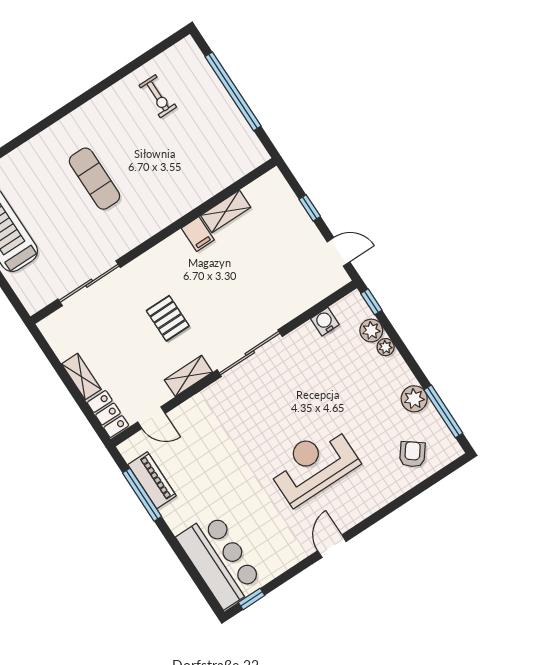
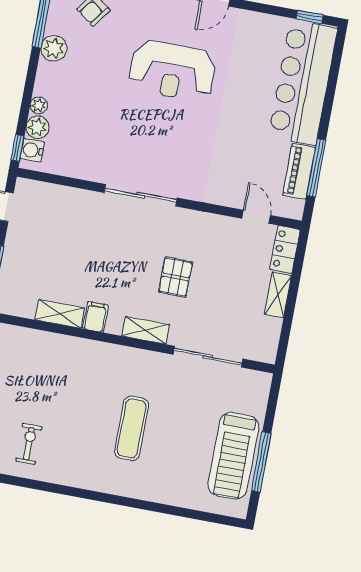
water cooler: (325, 322) -> (32, 150), moved, turned 90
shelving: (188, 376) -> (146, 330), moved
bar counter: (220, 560) -> (303, 82), width x1.36

